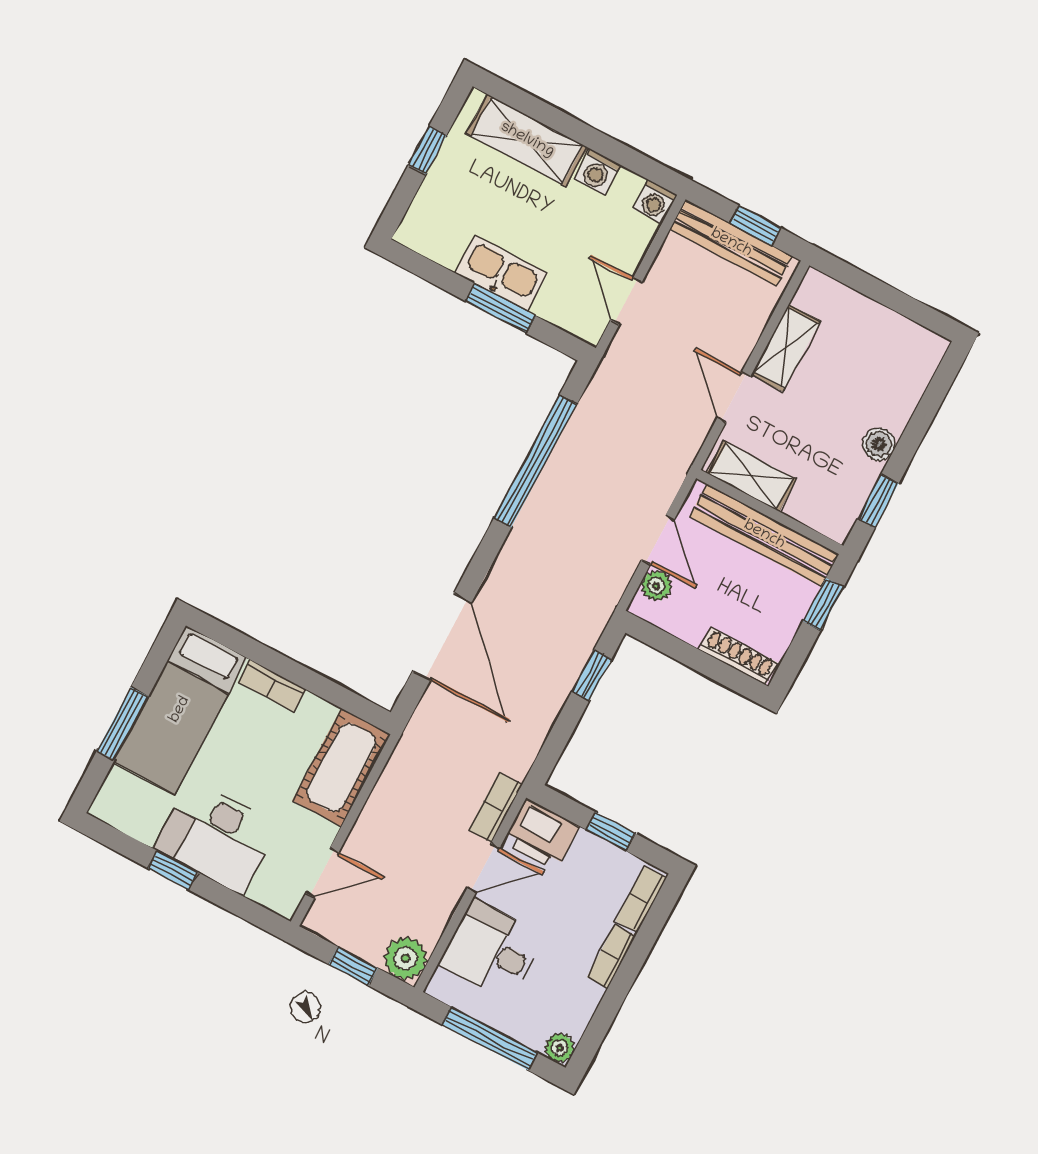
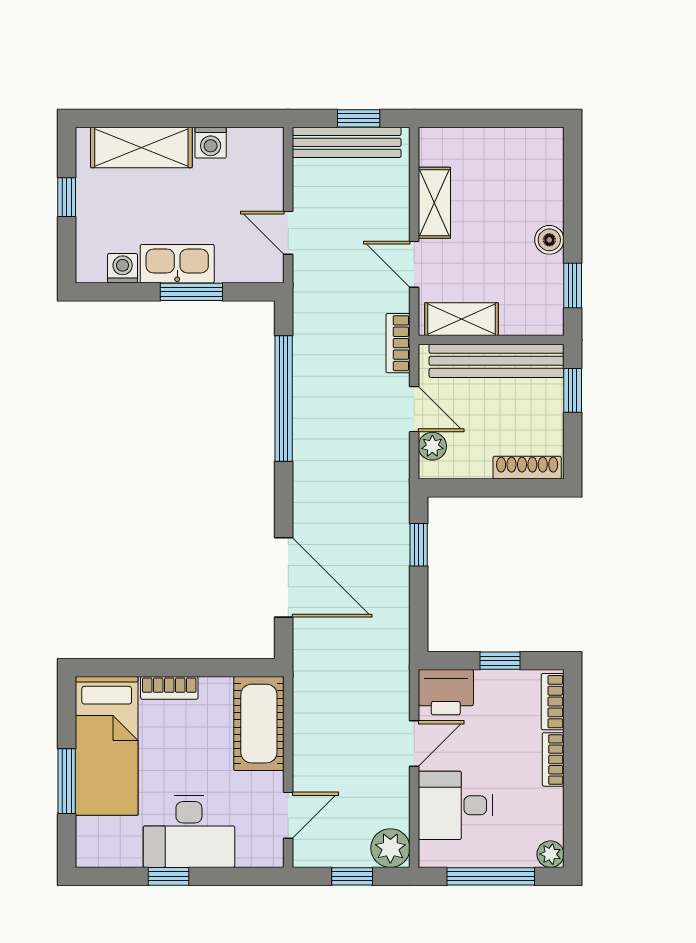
washing machine: (655, 202) -> (123, 268), moved, turned 180
bookcase: (495, 807) -> (398, 343), moved

